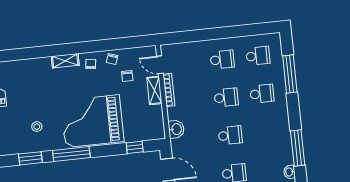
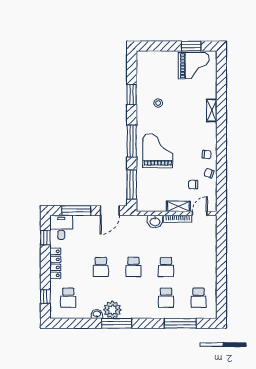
school desk: (222, 60) -> (199, 267), removed
shelving: (65, 61) -> (212, 110), moved
grand piano: (92, 121) -> (158, 151), width x0.73, depth x0.68
washbasin: (176, 129) -> (155, 222), moved
window: (135, 147) -> (132, 185), width x2.17
window: (71, 154) -> (132, 141), moved
plant: (283, 155) -> (112, 310), added

